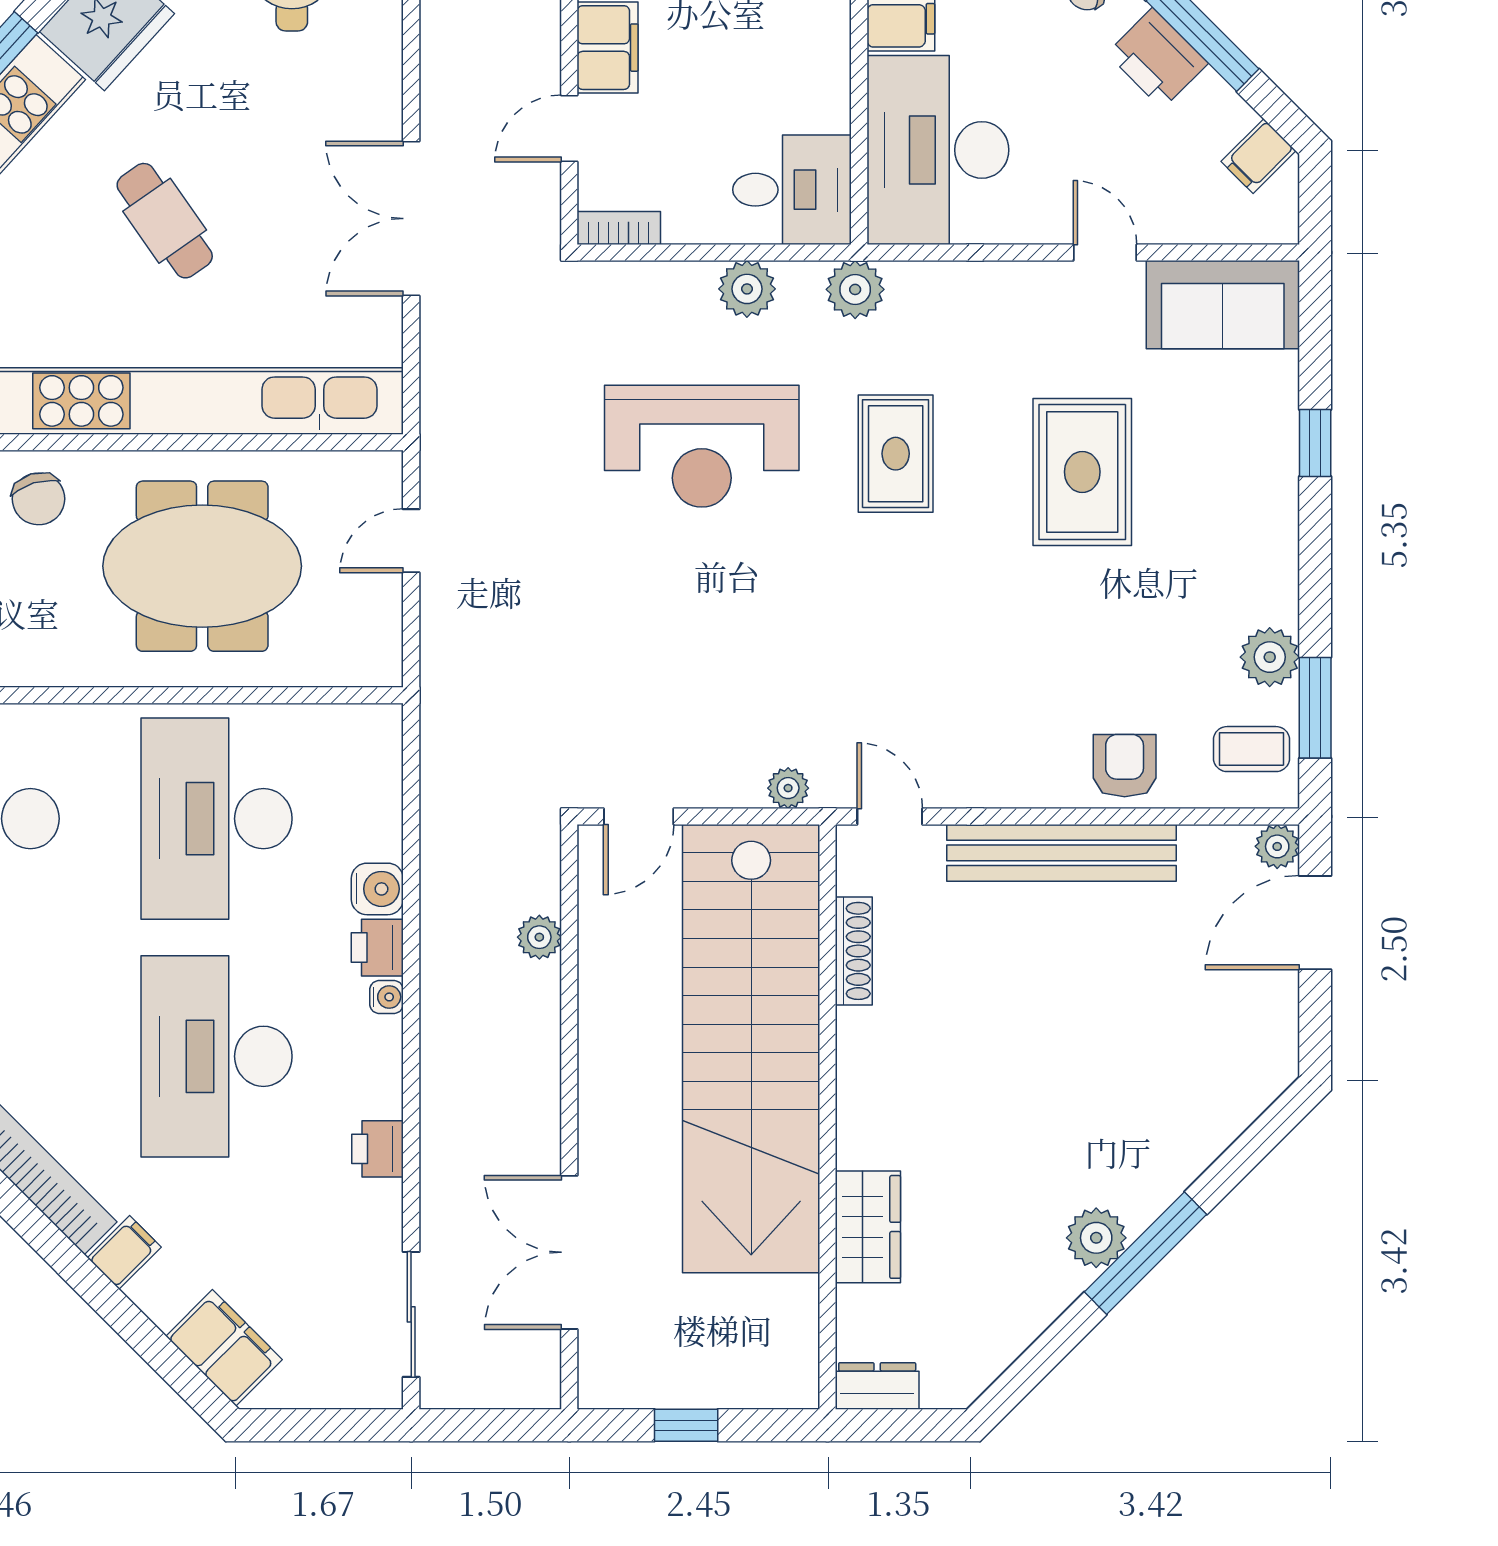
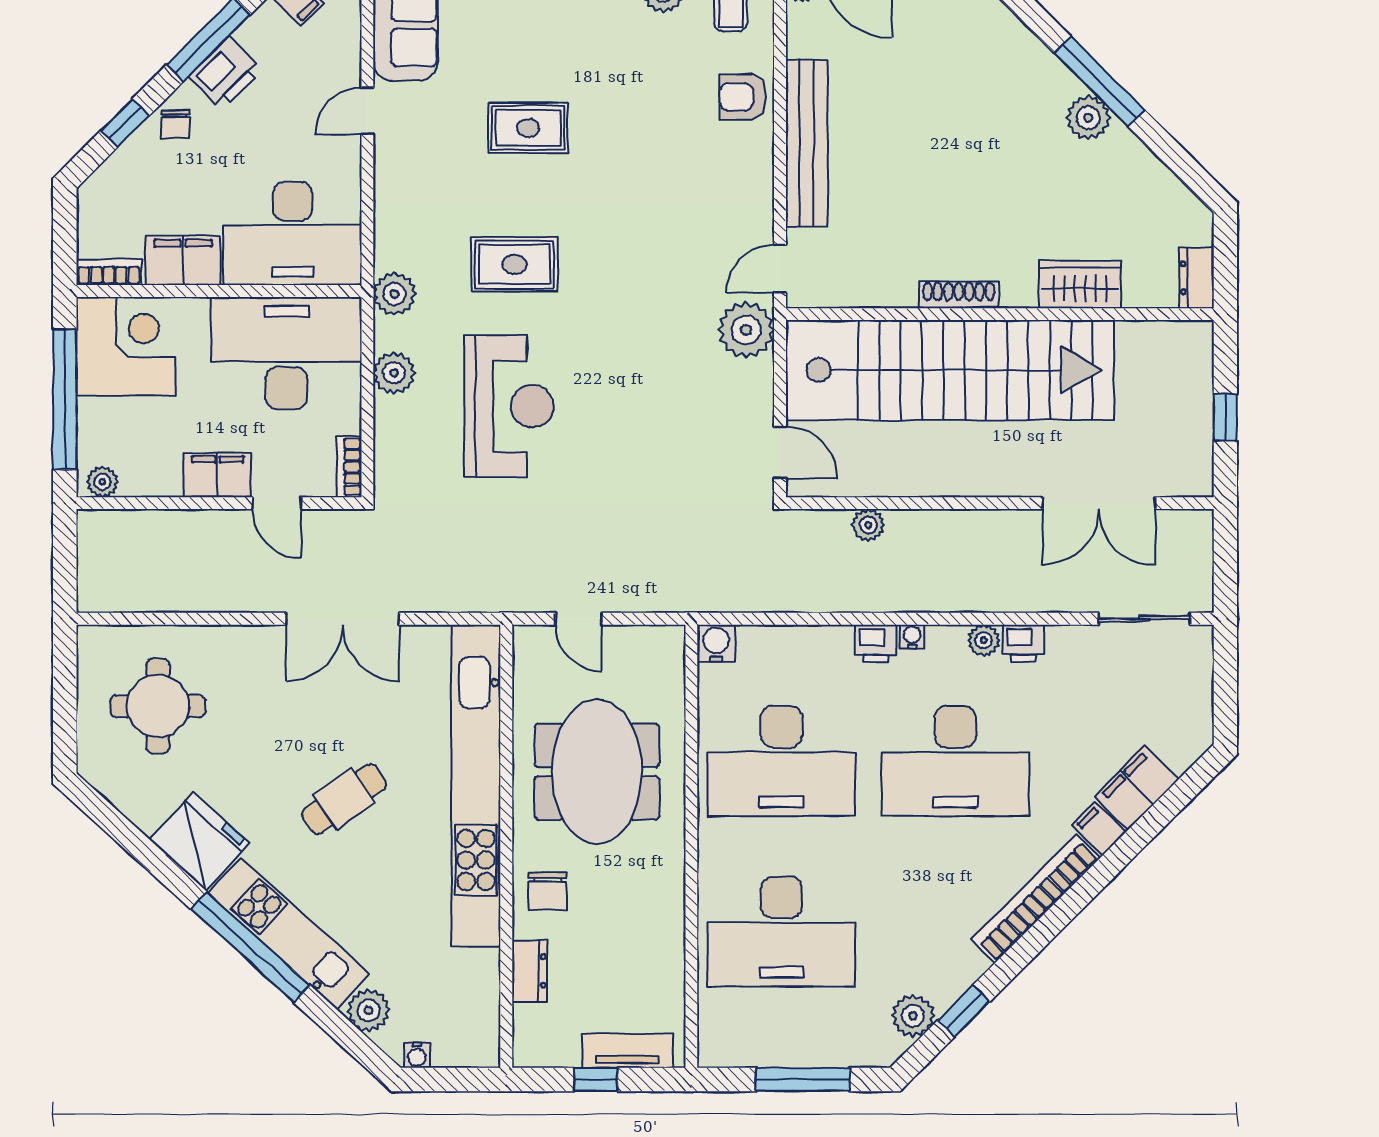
desk: (792, 190) -> (286, 353), width x1.87, depth x1.30
rug: (1082, 472) -> (528, 128), width x0.73, depth x0.70
chair: (38, 499) -> (548, 891), turned 107
plant: (788, 788) -> (746, 330), width x1.87, depth x1.87
water cooler: (377, 889) -> (716, 643), moved
shoe rack: (854, 951) -> (959, 295), moved
plant: (382, 1095) -> (984, 640), added
filing cabinet: (224, 1348) -> (1137, 788), moved

